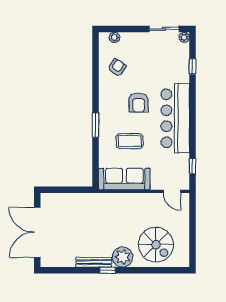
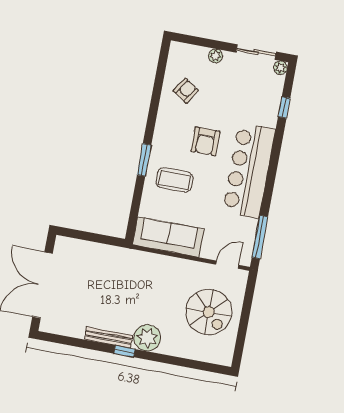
plant: (114, 37) -> (215, 56), moved
coffee table: (130, 141) -> (175, 180), moved
window: (192, 166) -> (260, 237), width x2.17
door: (172, 191) -> (227, 265), swing flipped
spiral stairs: (156, 245) -> (209, 312), moved

